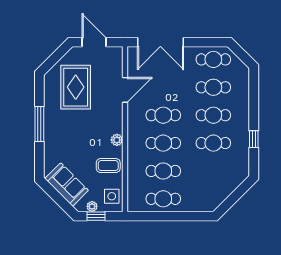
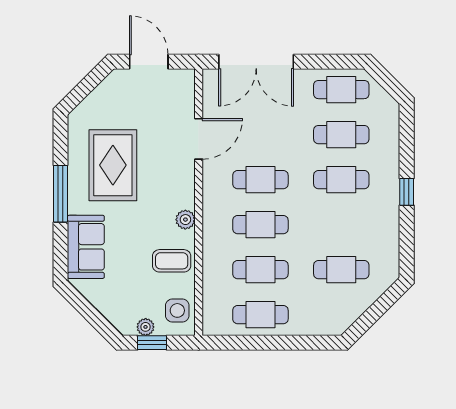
rug: (76, 87) -> (113, 165), moved
window: (254, 139) -> (407, 192), moved
cafe table: (213, 143) -> (341, 270), moved
sofa: (67, 185) -> (86, 247), moved, turned 45

